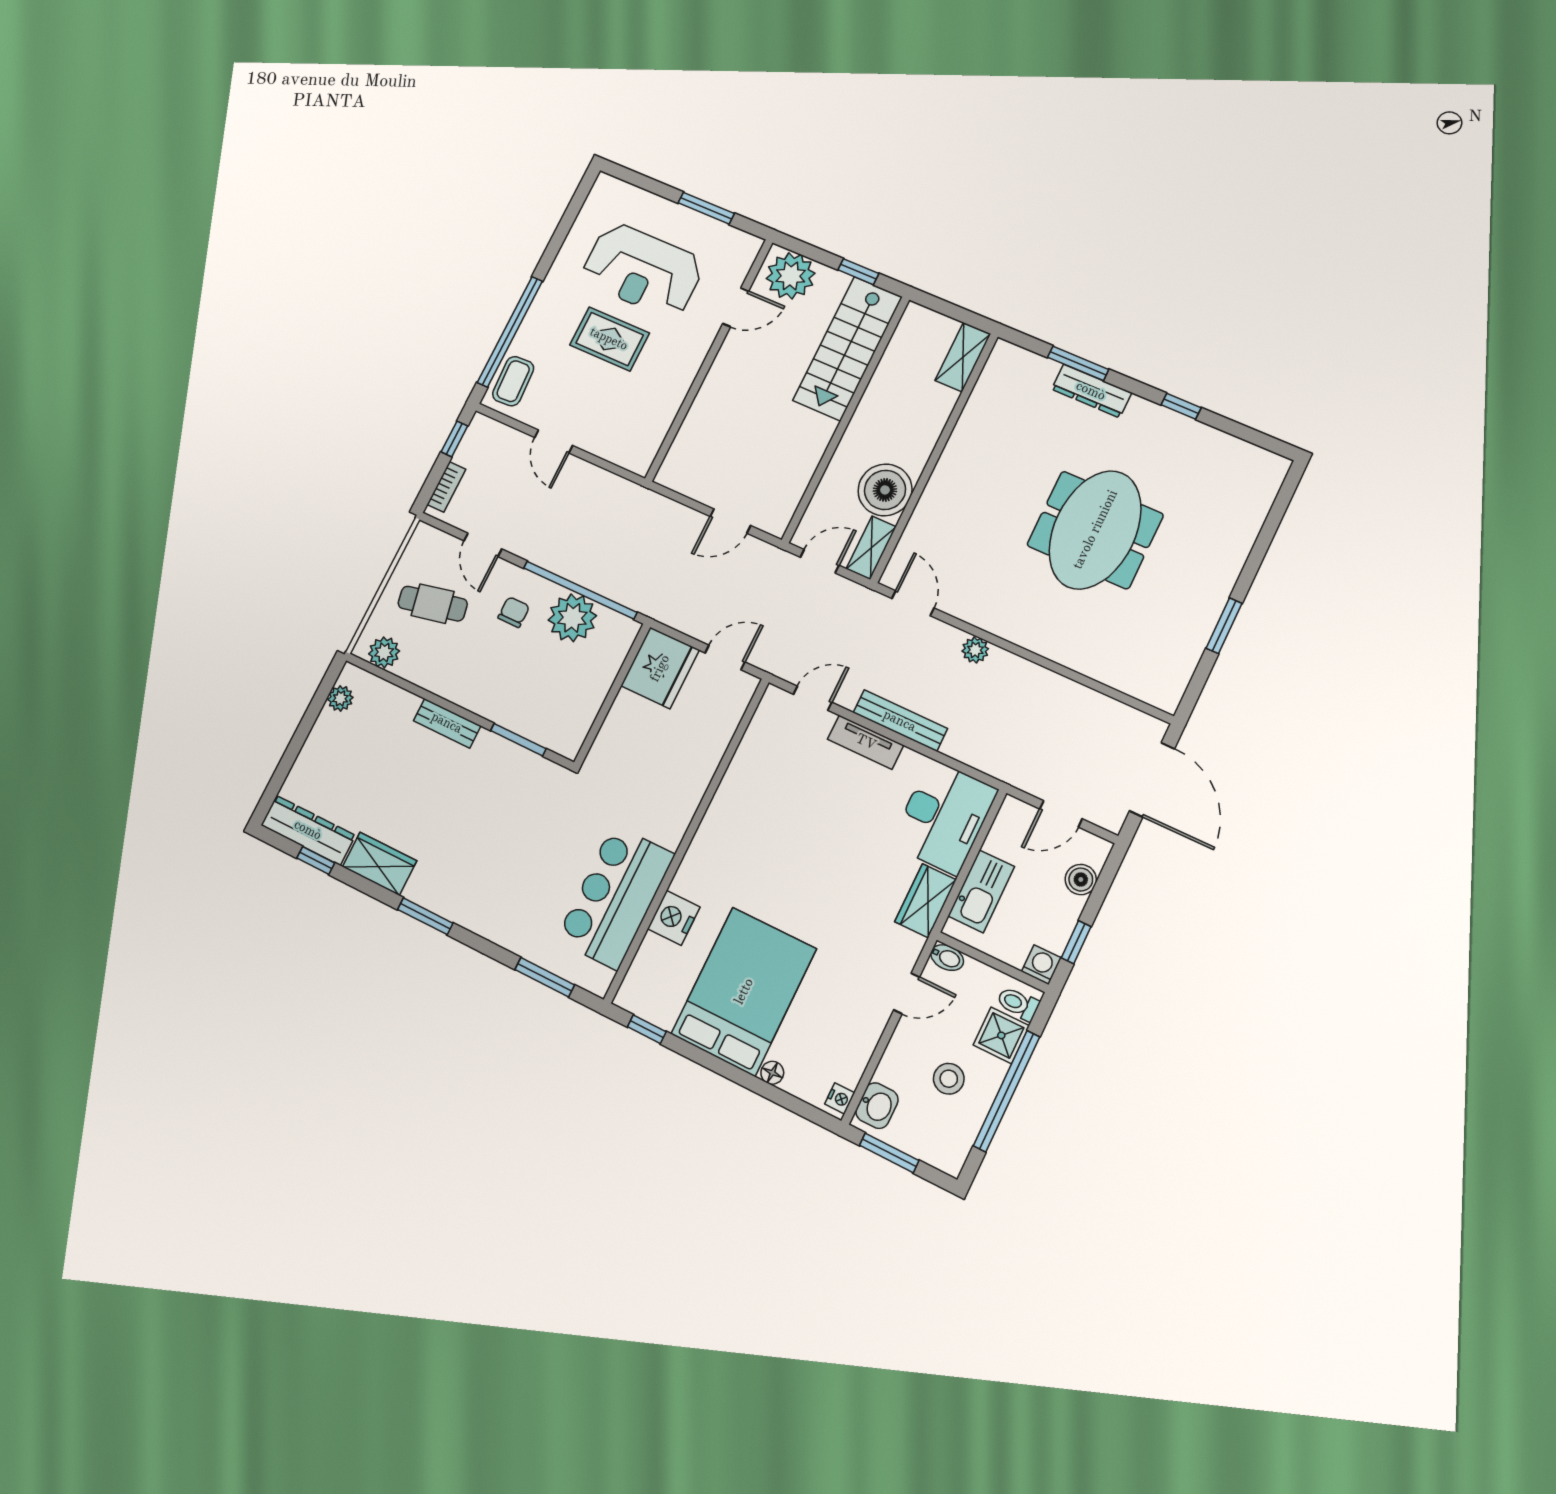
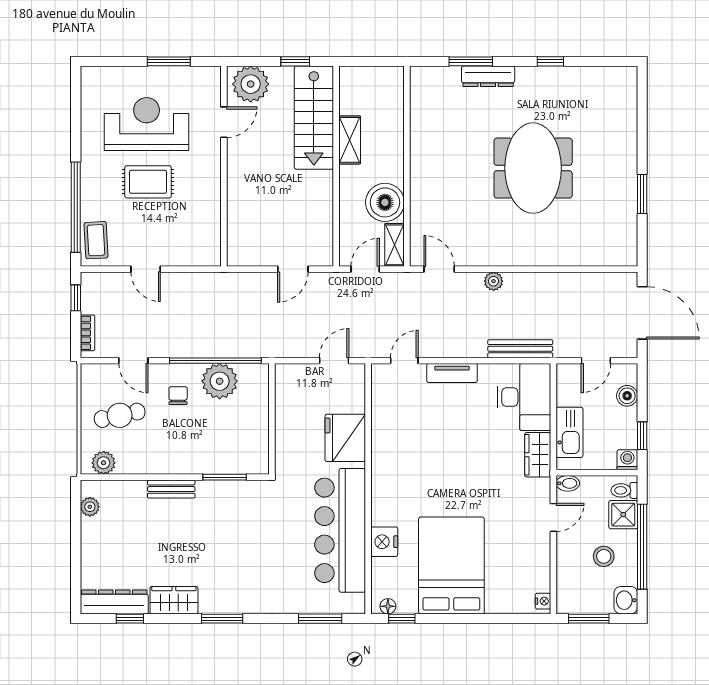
reception desk: (643, 270) -> (147, 124), turned 180
shelving: (963, 357) -> (350, 140), moved
fridge: (660, 668) -> (345, 438), moved, turned 180
bench: (900, 721) -> (520, 349), moved
bar counter: (615, 897) -> (340, 530), width x1.36
floor lamp: (772, 1073) -> (388, 606), moved
washbasin: (877, 1106) -> (626, 600), moved, turned 180

